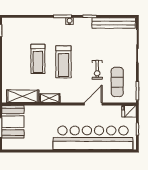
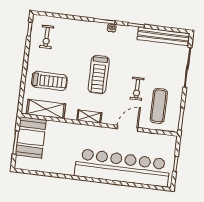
exercise bike: (16, 36) -> (47, 37), added
treadmill: (38, 59) -> (49, 81), moved, turned -90
shelving: (50, 98) -> (89, 117), moved
fridge: (129, 111) -> (168, 142), removed

